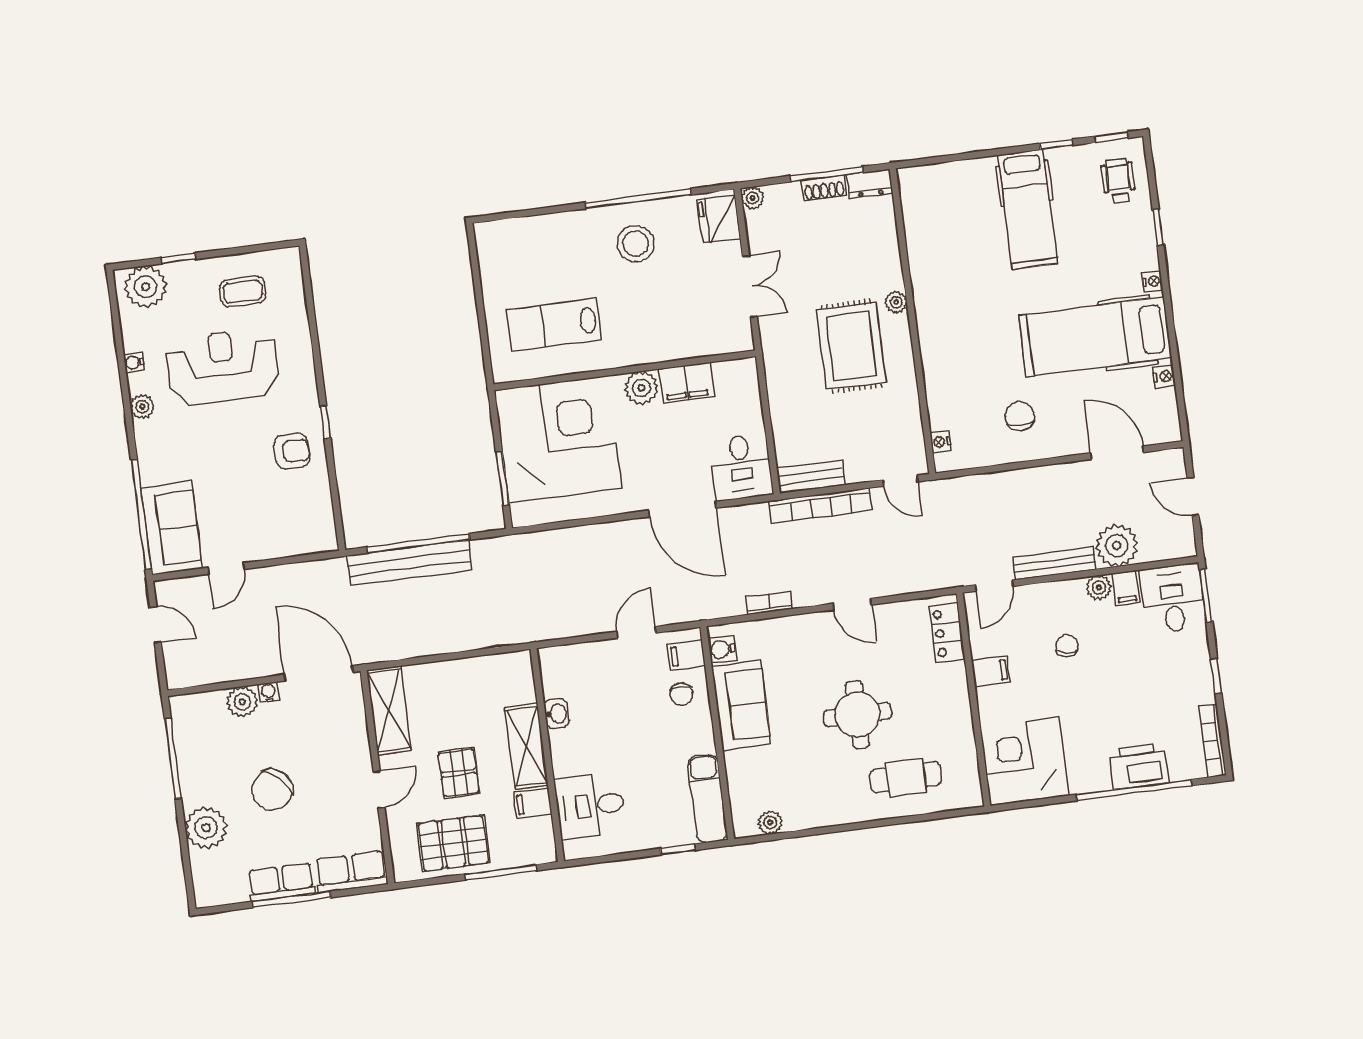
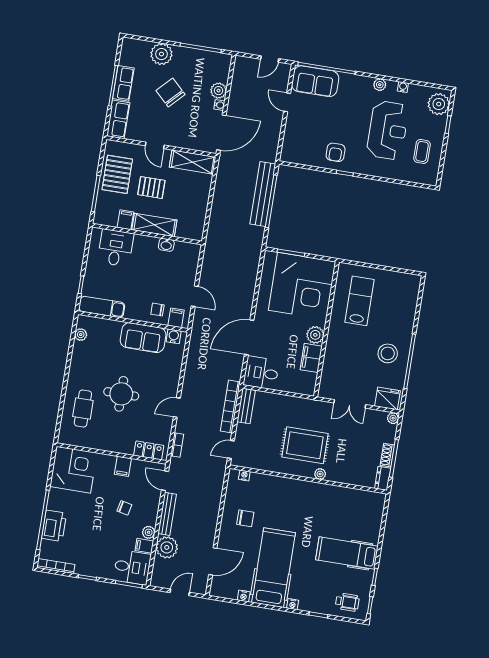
bookcase: (769, 603) -> (177, 445), moved

